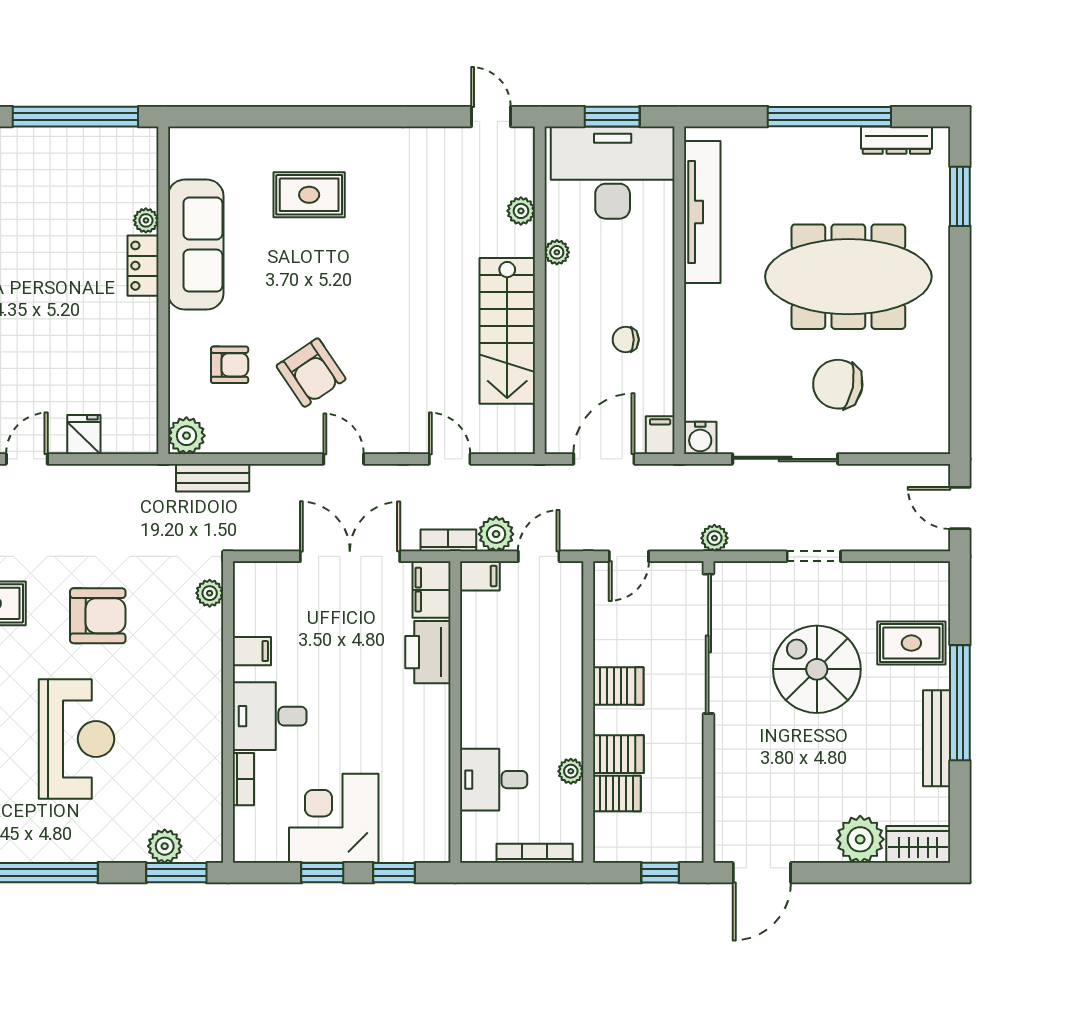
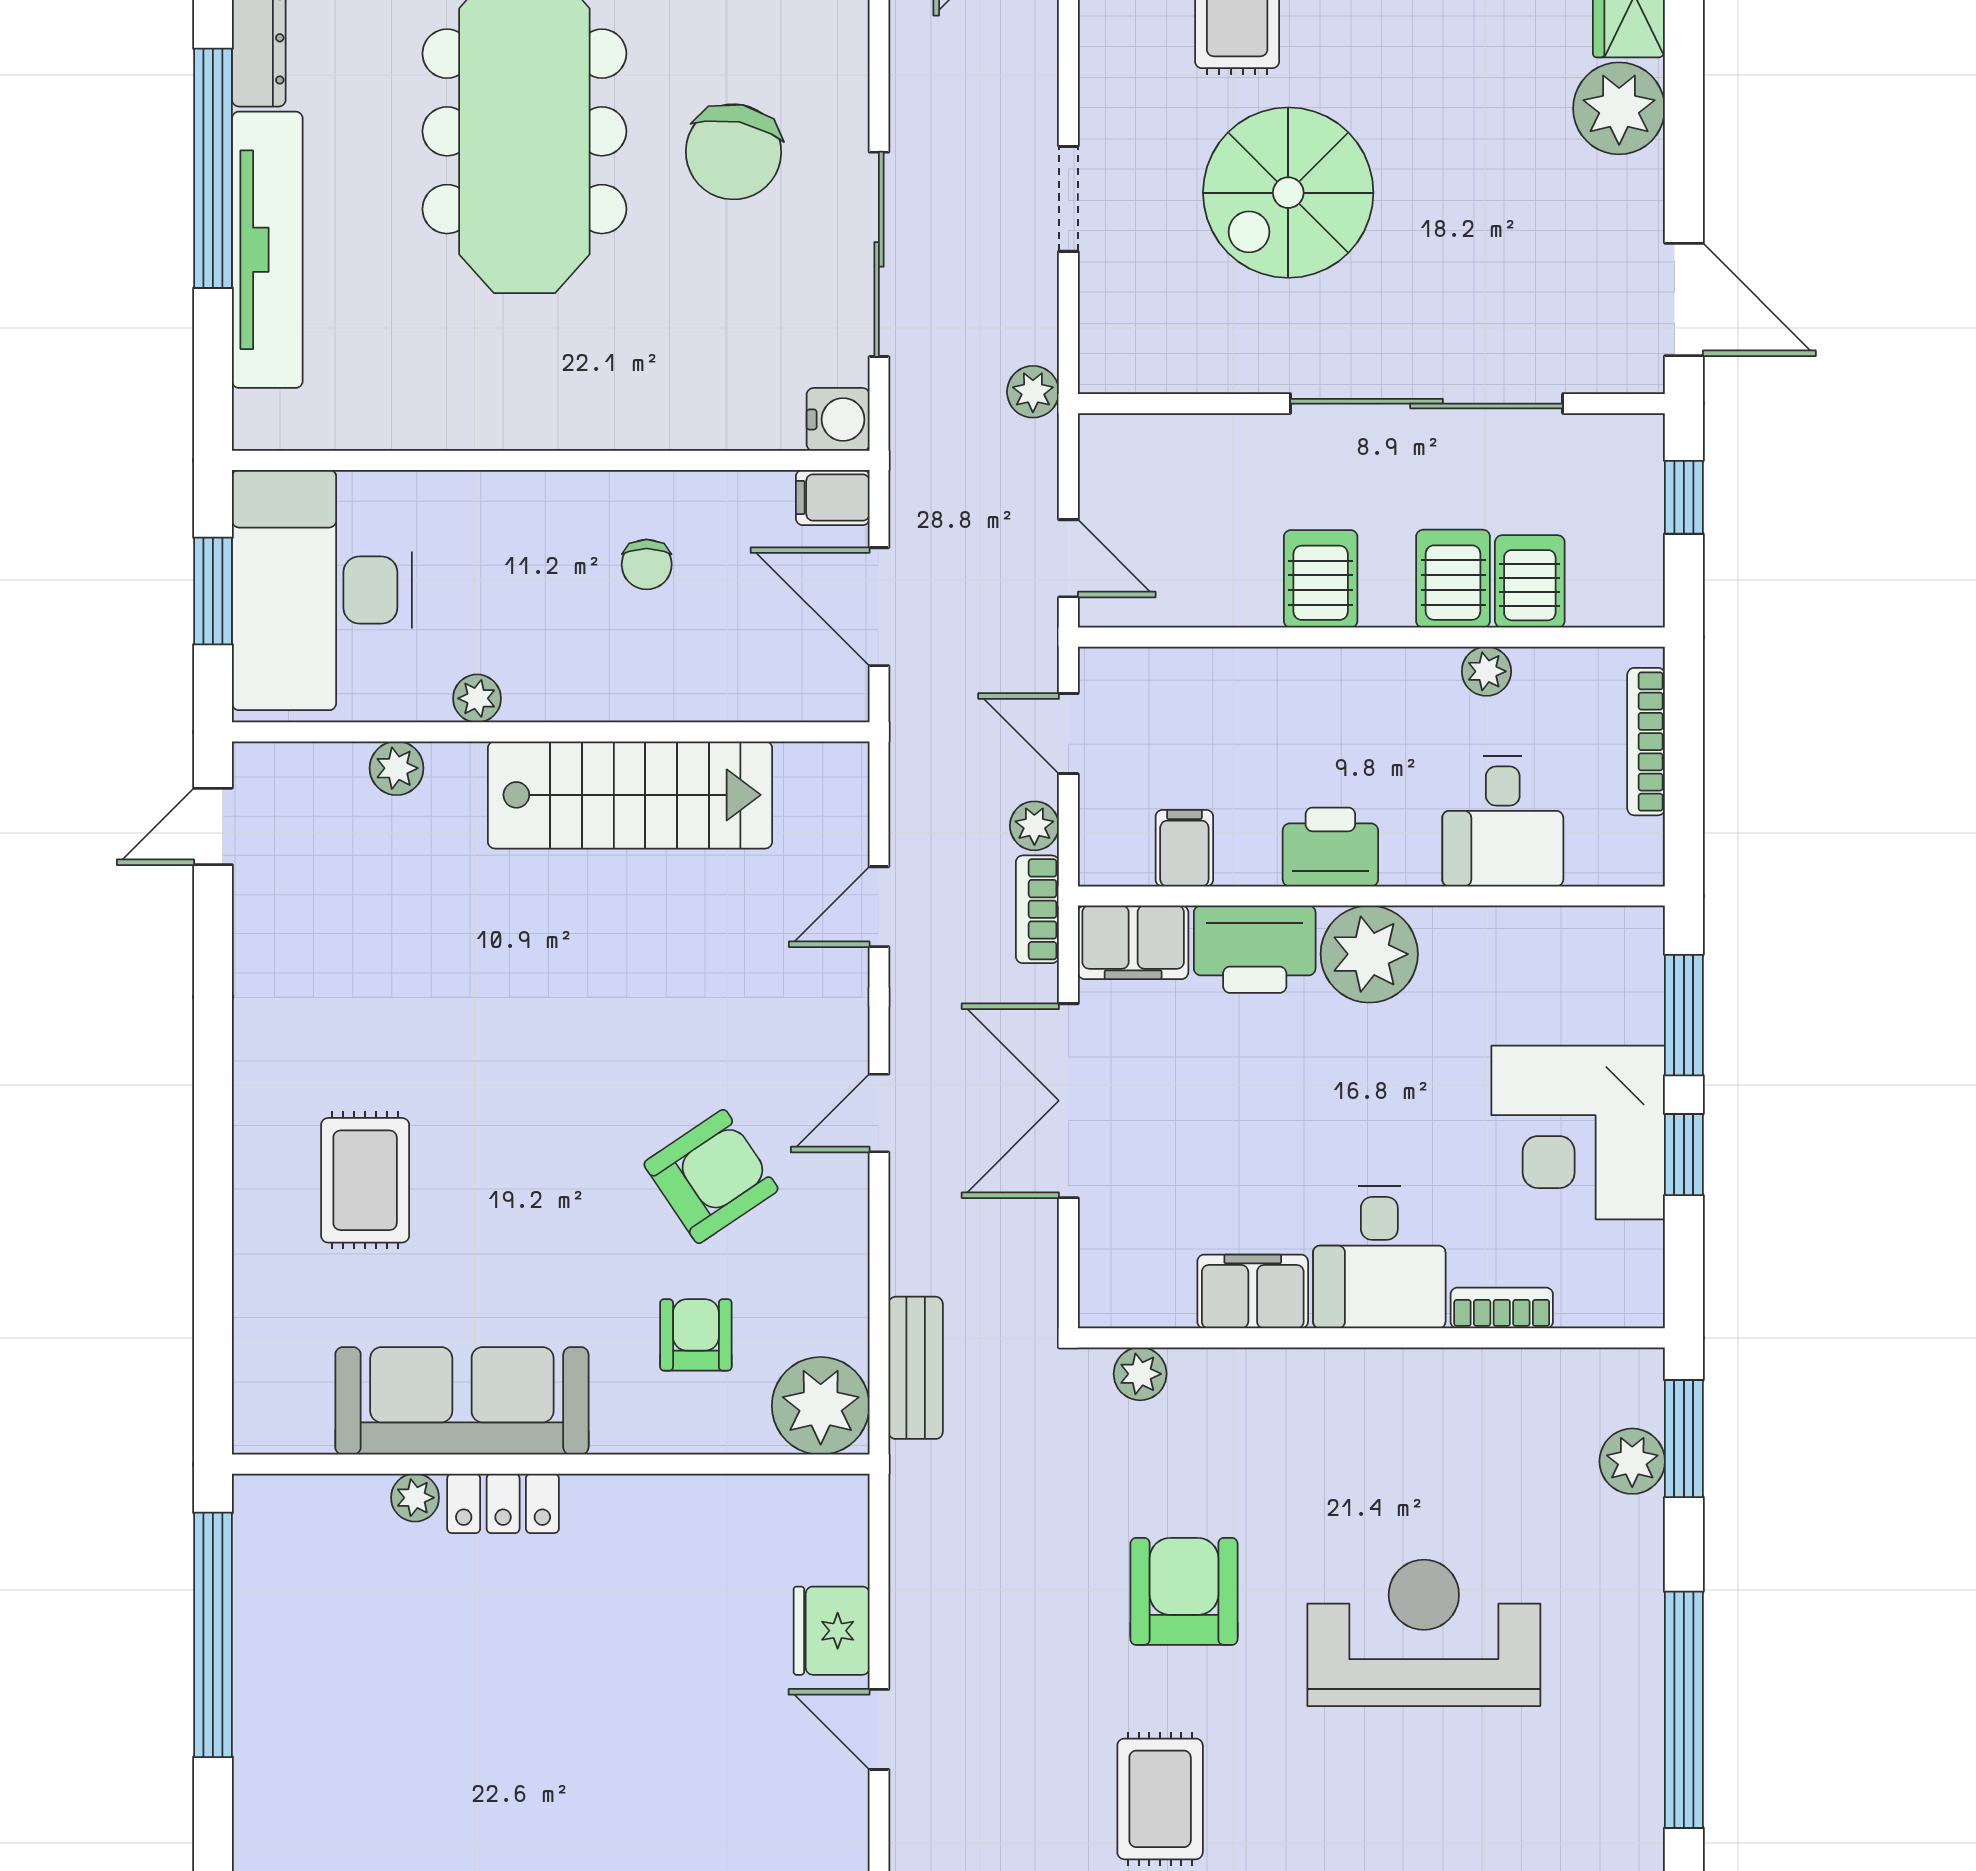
tv unit: (702, 212) -> (267, 250), moved, turned 90
fridge: (84, 435) -> (832, 1631), width x1.38
plant: (186, 436) -> (821, 1406), width x1.36, depth x1.36
plant: (496, 534) -> (1034, 826), width x0.73, depth x0.73
filing cabinet: (480, 576) -> (1184, 848), moved
sliding door: (708, 644) -> (1427, 404), moved
filing cabinet: (252, 651) -> (1253, 1292), width x2.00
printer: (480, 691) -> (1330, 847), added
plant: (425, 711) -> (1369, 954), added
window: (394, 873) -> (1684, 1015), width x1.50

